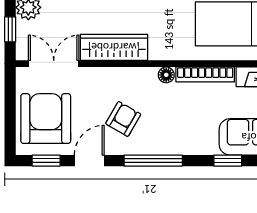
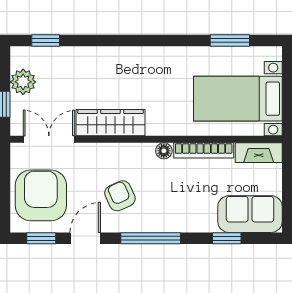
armchair: (123, 119) -> (120, 196), turned -54

